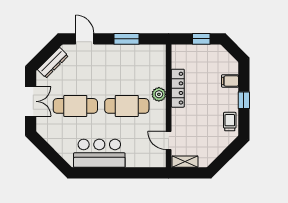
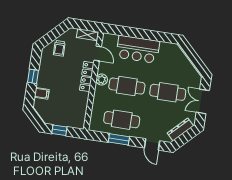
cafe table: (127, 64) -> (122, 120), added
locker: (178, 88) -> (87, 76), moved
plant: (159, 94) -> (102, 80), moved
trolley: (230, 122) -> (59, 48), moved
bar counter: (99, 153) -> (138, 49), moved

